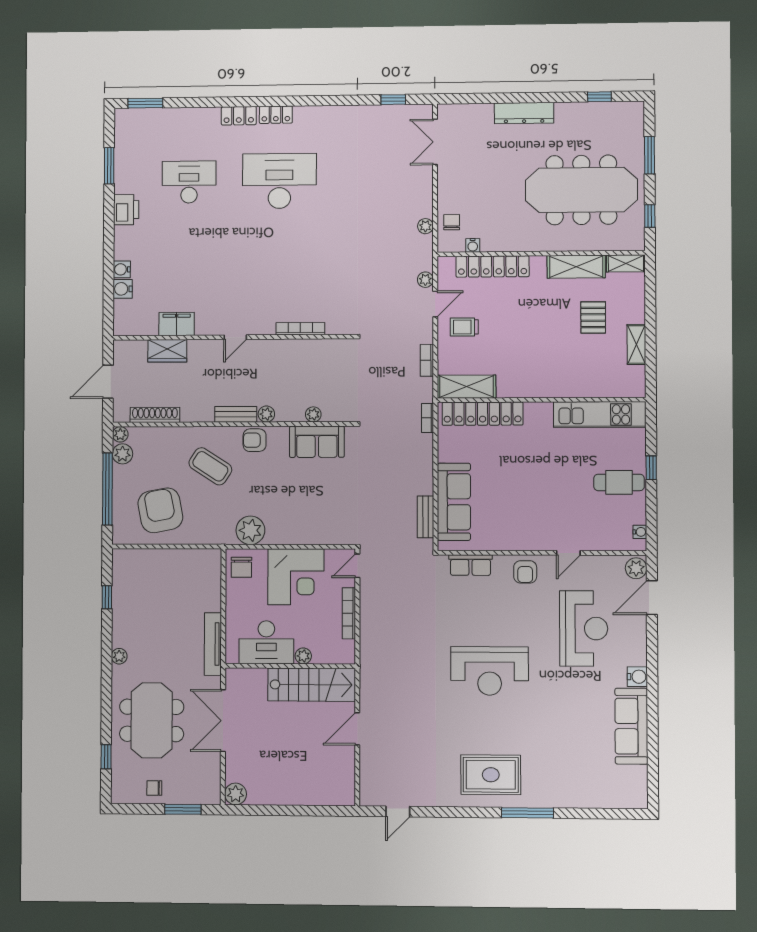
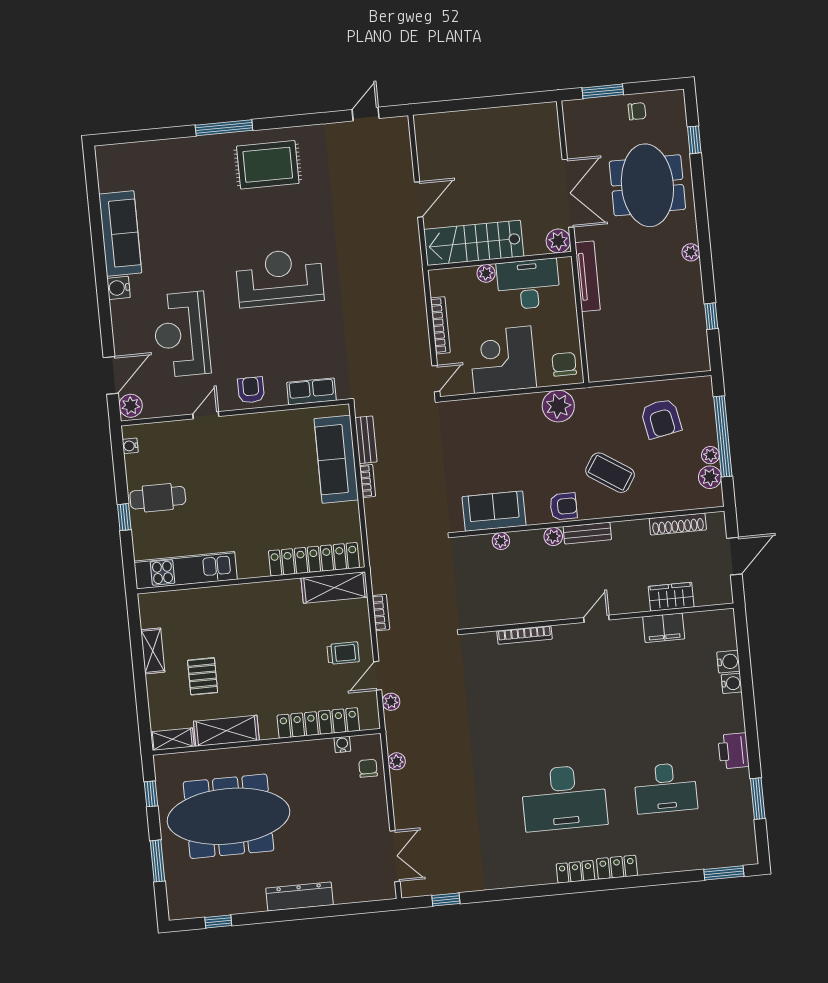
chair: (452, 222) -> (368, 768), turned 180
bookcase: (428, 418) -> (368, 481), moved
plant: (120, 434) -> (710, 455), moved
armchair: (160, 510) -> (661, 419), width x0.73, depth x0.73
plant: (236, 794) -> (558, 241), moved

